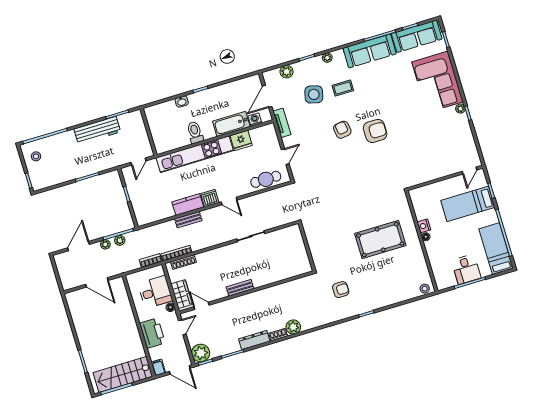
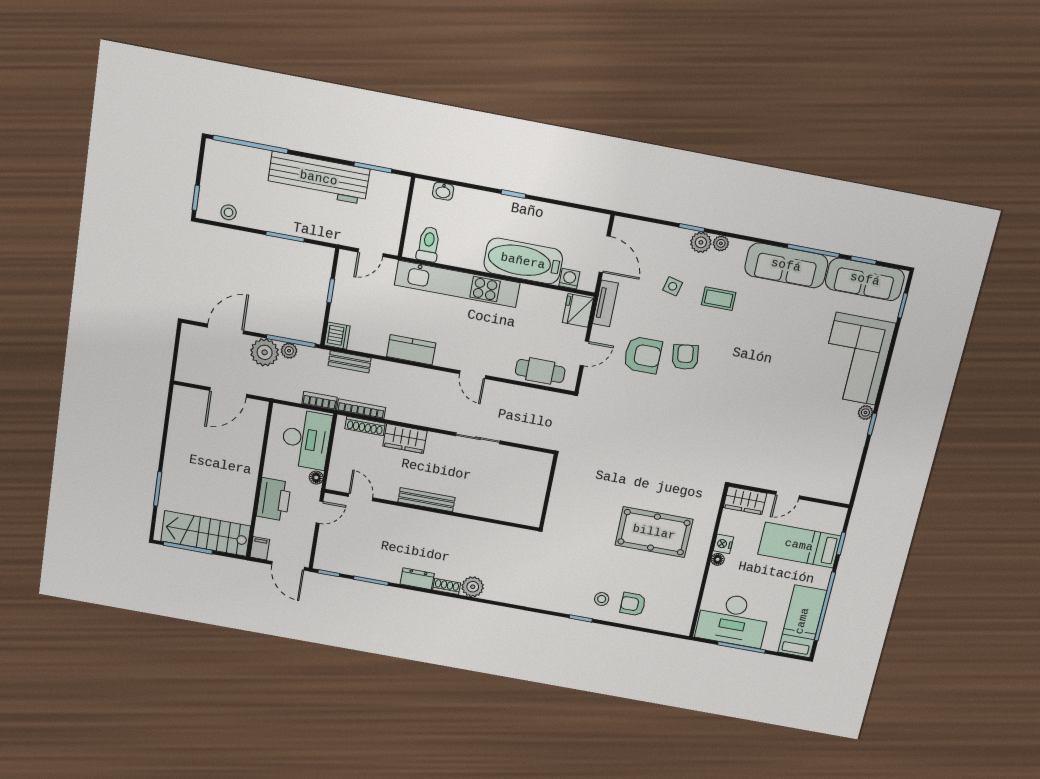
plant: (286, 72) -> (701, 242), moved
side table: (314, 94) -> (673, 286), width x0.54, depth x0.54
door: (267, 96) -> (605, 254), swing flipped
washbasin: (182, 102) -> (443, 191), moved
bathtub: (231, 124) -> (523, 261), width x1.36, depth x1.36
workbench: (97, 130) -> (319, 178), width x1.36, depth x1.32
armchair: (375, 131) -> (643, 355), moved
toilet: (195, 132) -> (428, 244), moved
fridge: (241, 140) -> (578, 310), moved, turned 90
stool: (36, 156) -> (229, 212), moved
door: (470, 171) -> (787, 495), moved
wardrobe: (422, 194) -> (745, 500), added
dishwasher: (210, 198) -> (337, 336), moved, turned 90
bench: (188, 220) -> (350, 362), moved
plant: (105, 244) -> (265, 352), width x1.87, depth x1.87
desk: (466, 269) -> (733, 620), width x1.87, depth x1.30
door: (97, 282) -> (228, 392), hinge flipped
bench: (240, 288) -> (427, 500), width x1.36
stool: (425, 289) -> (602, 599), moved
armchair: (341, 290) -> (633, 604), moved, turned 180
desk: (155, 292) -> (306, 439), width x1.37
wardrobe: (182, 294) -> (405, 439), moved, turned 90
dresser: (254, 340) -> (417, 579), width x0.70
plant: (201, 353) -> (328, 558), removed

